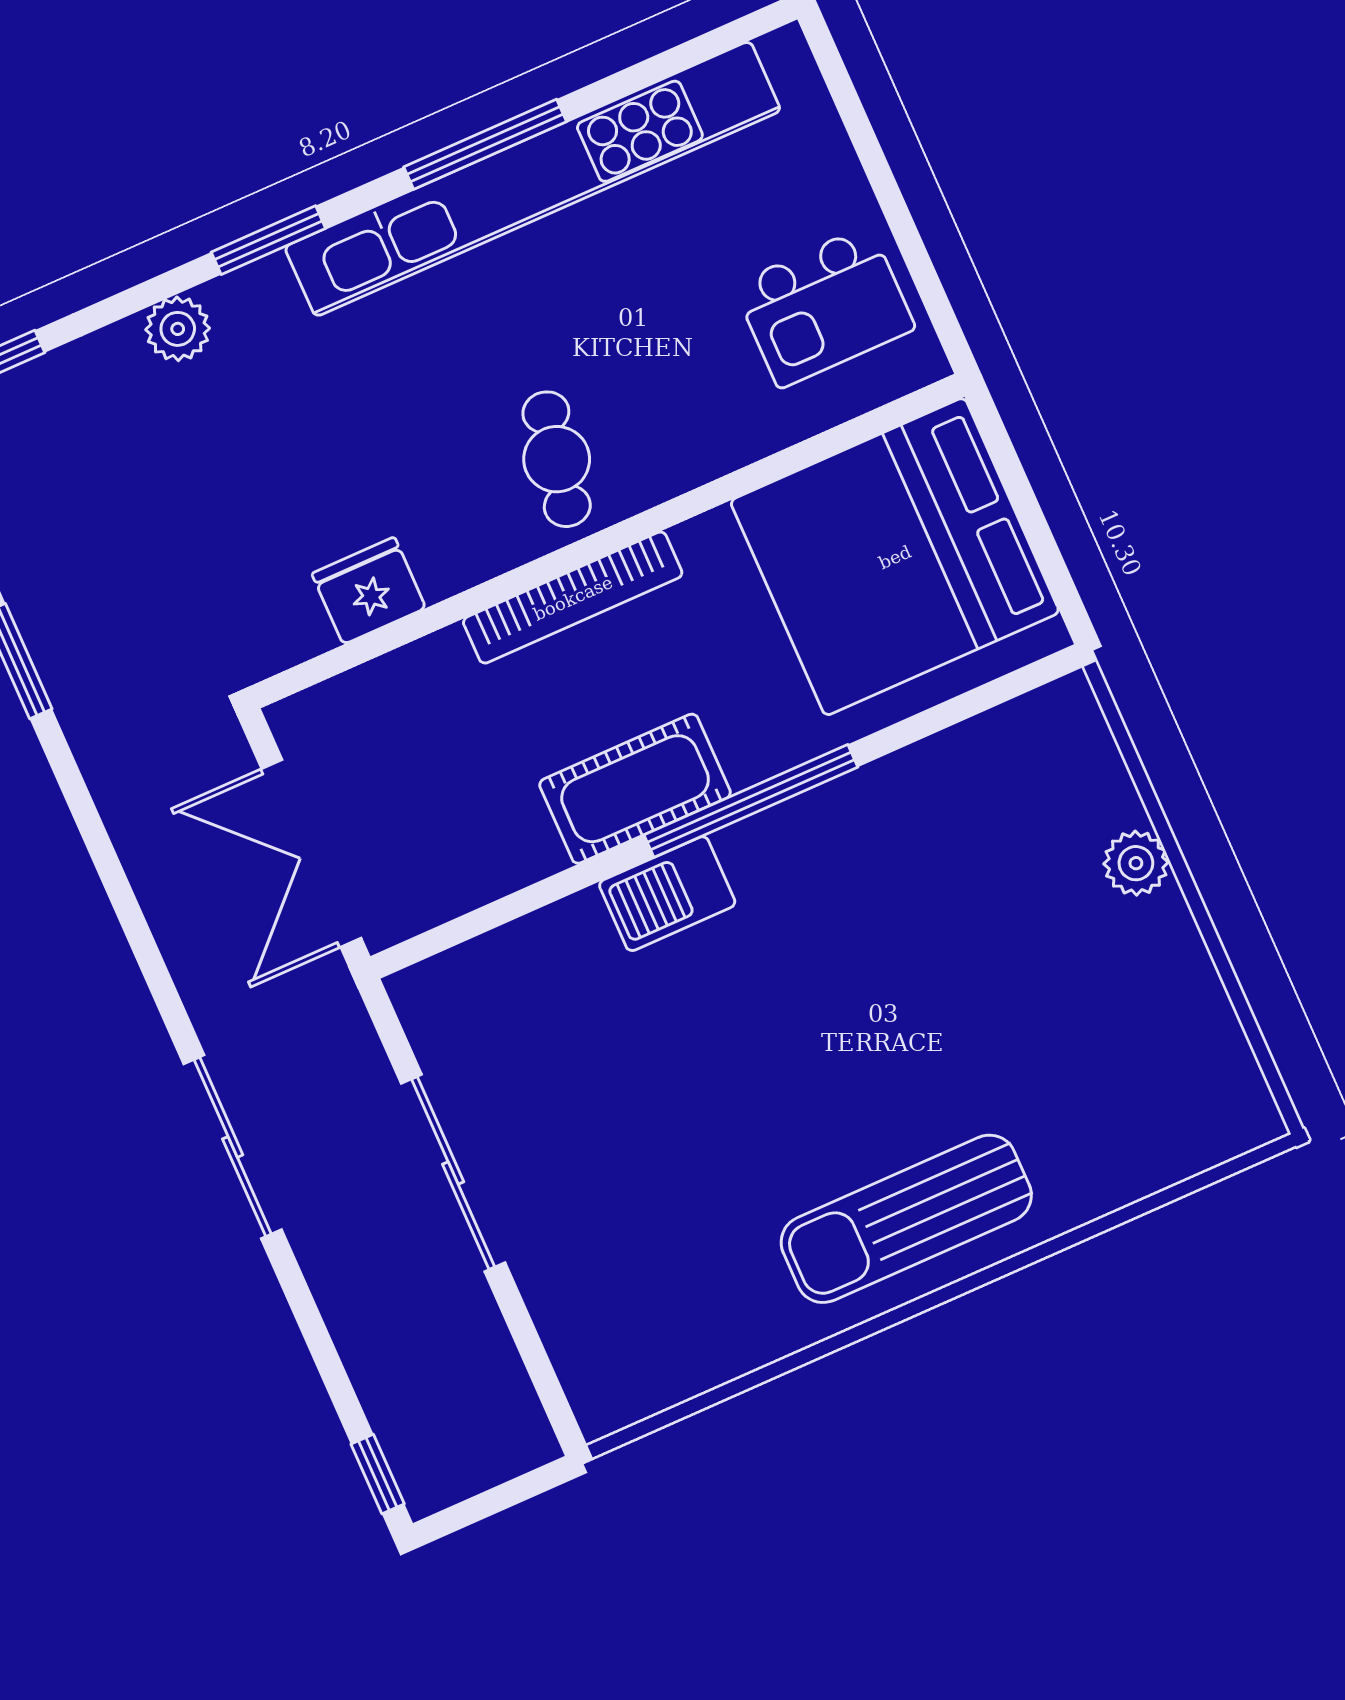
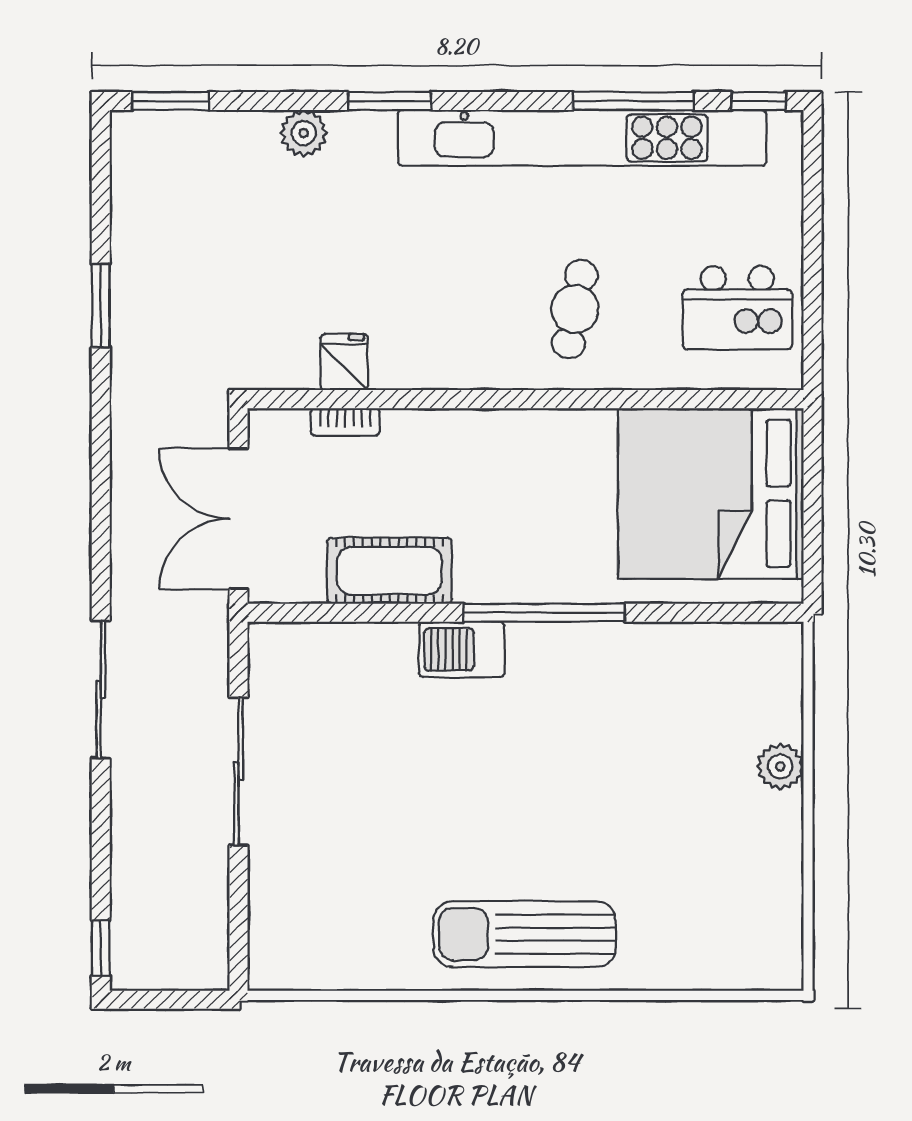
window: (735, 33) -> (759, 101), added
window: (485, 144) -> (633, 101), moved
cafe table: (557, 459) -> (575, 309), moved
fridge: (369, 591) -> (344, 362), width x0.72
bookcase: (573, 598) -> (345, 422), moved, width x0.43, depth x0.76
cot: (635, 789) -> (390, 571), moved

